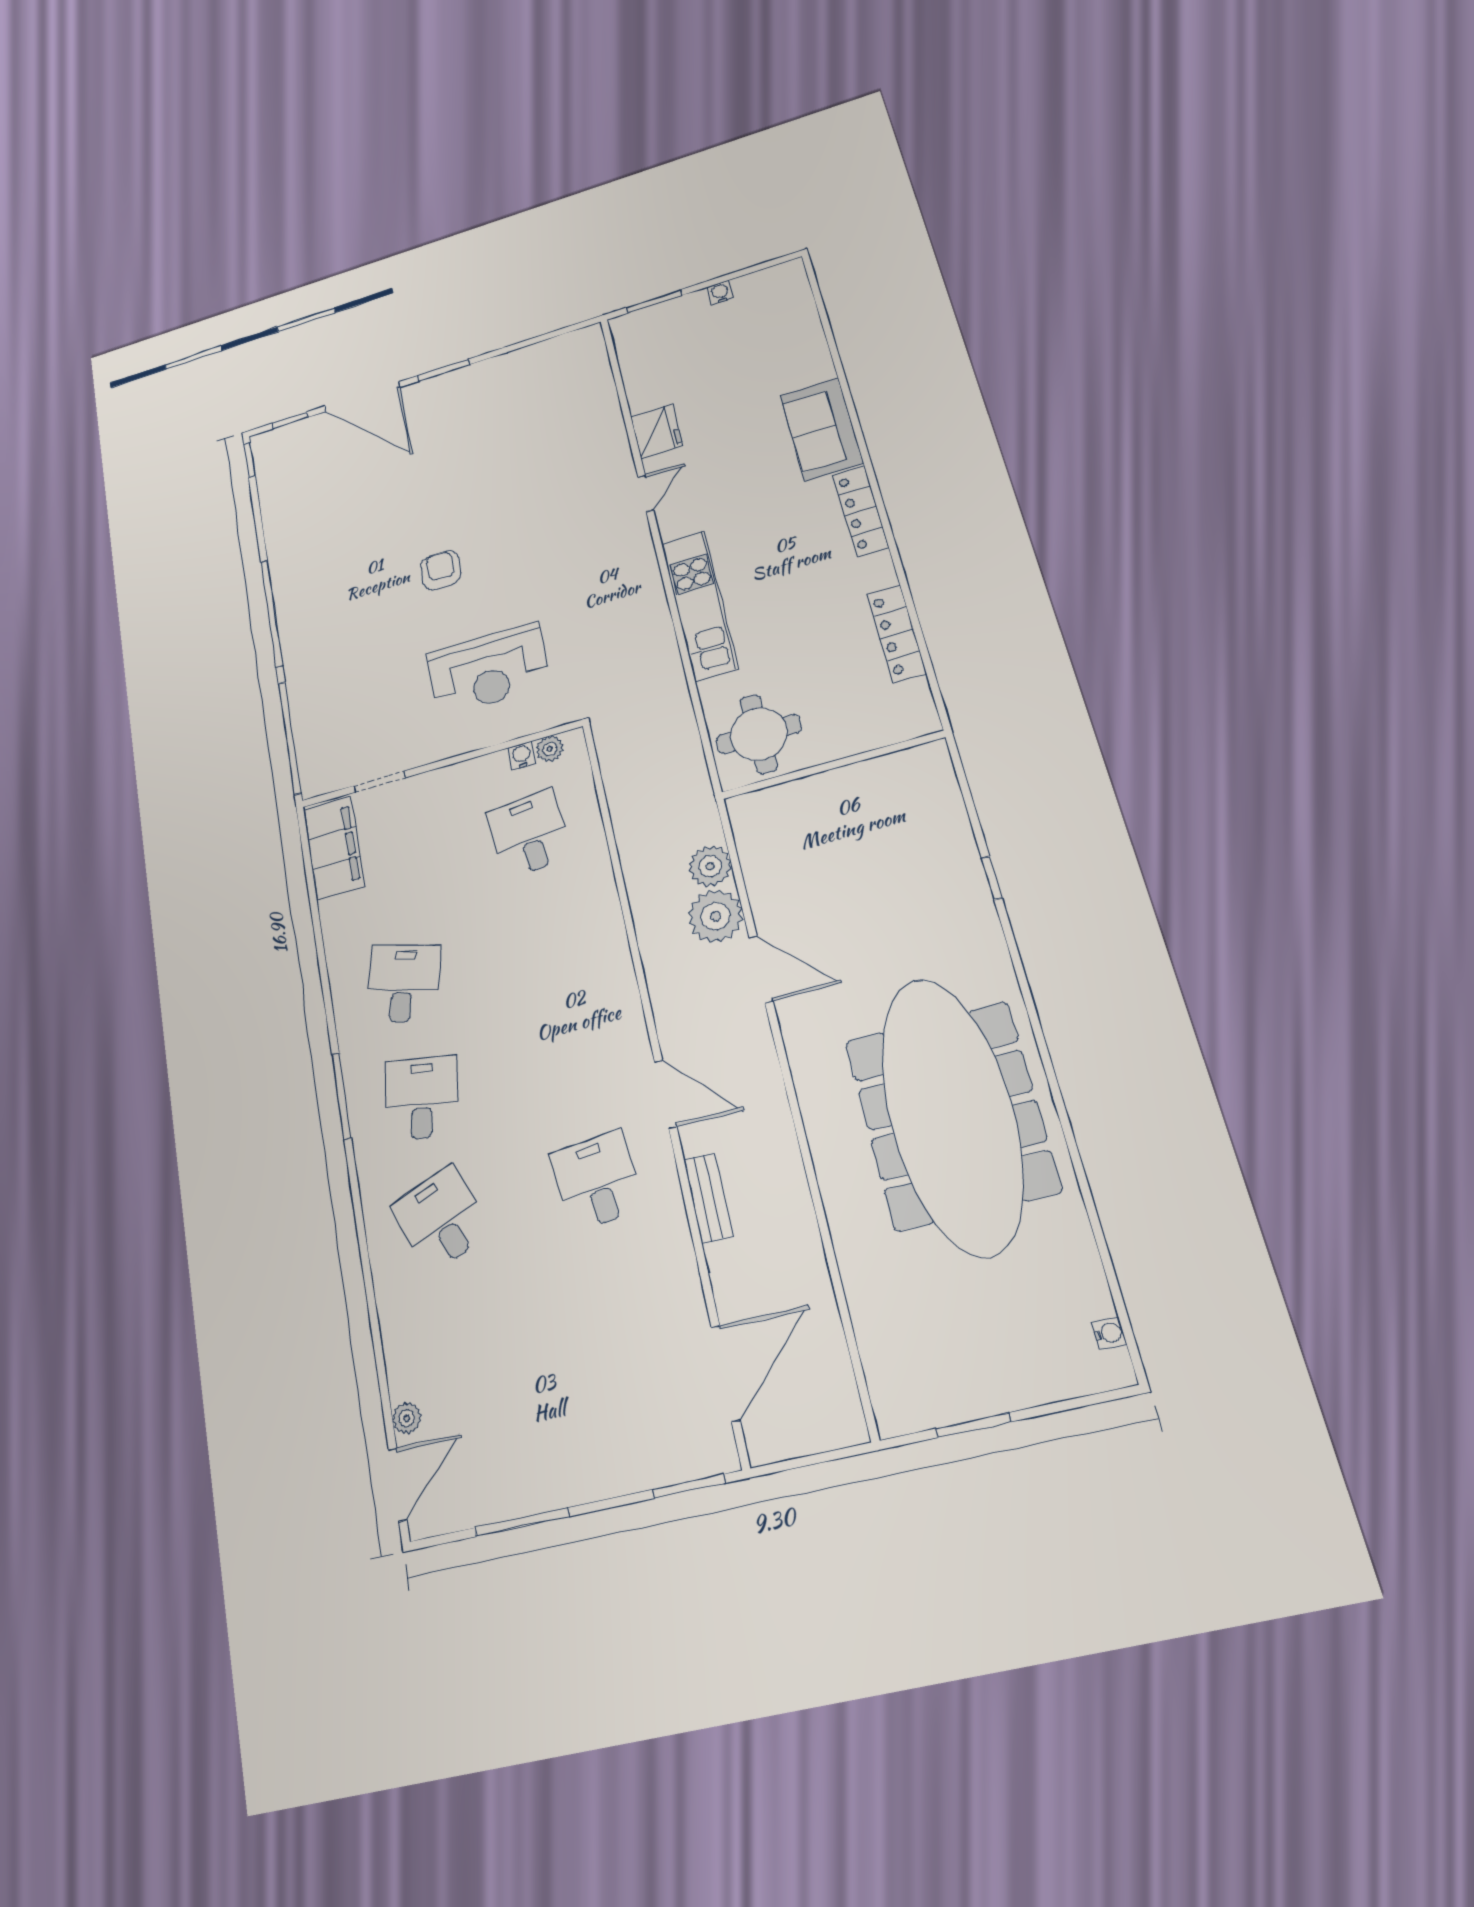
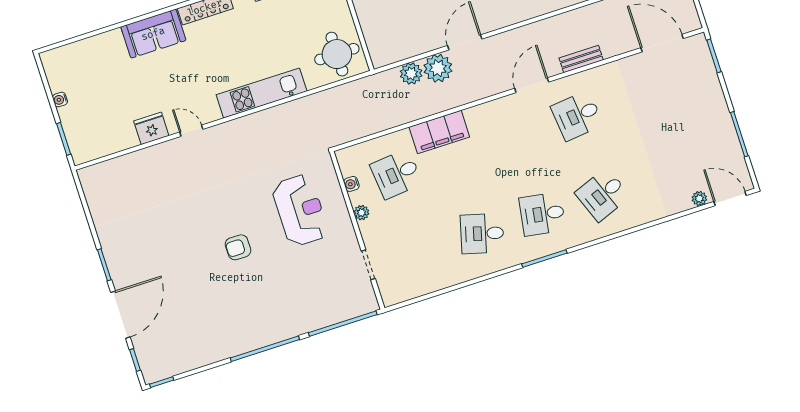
plant: (550, 749) -> (361, 213), moved
filing cabinet: (334, 848) -> (439, 132), moved, turned 180

